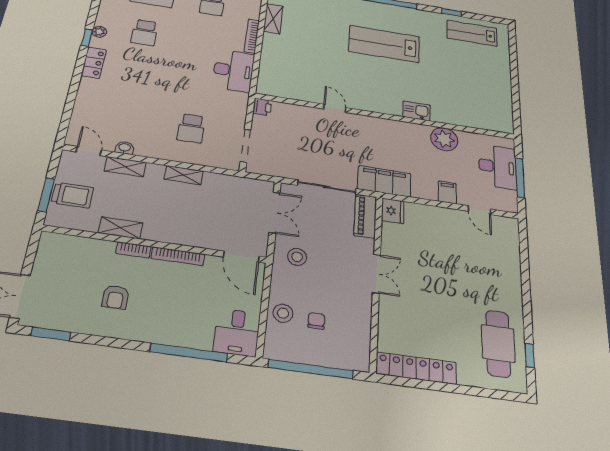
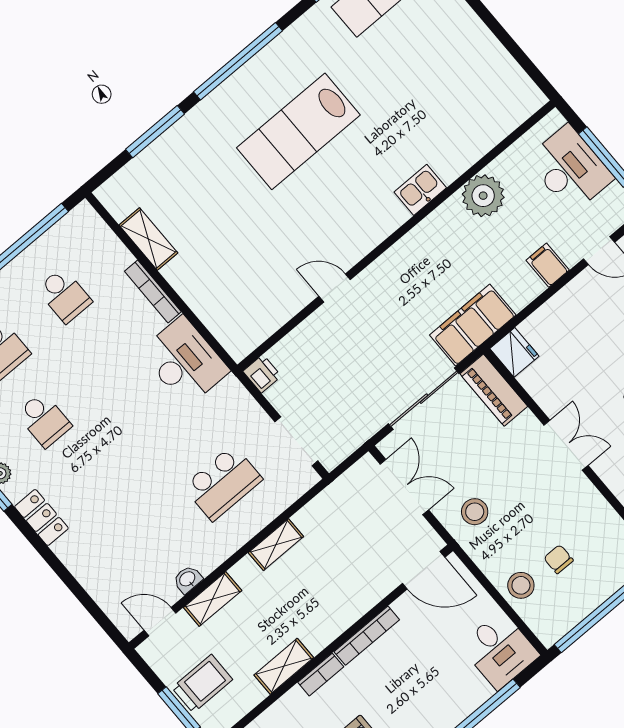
school desk: (191, 128) -> (223, 483), width x1.85

